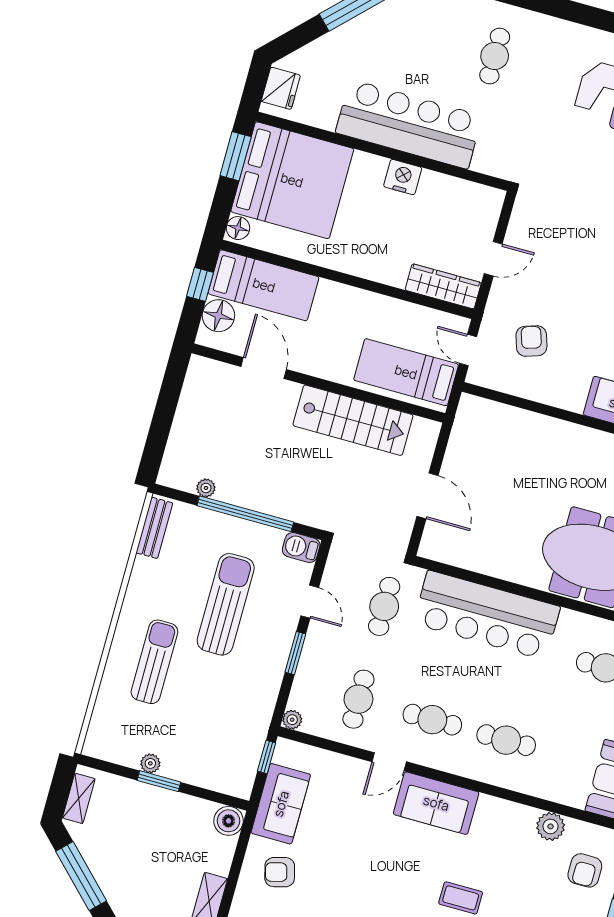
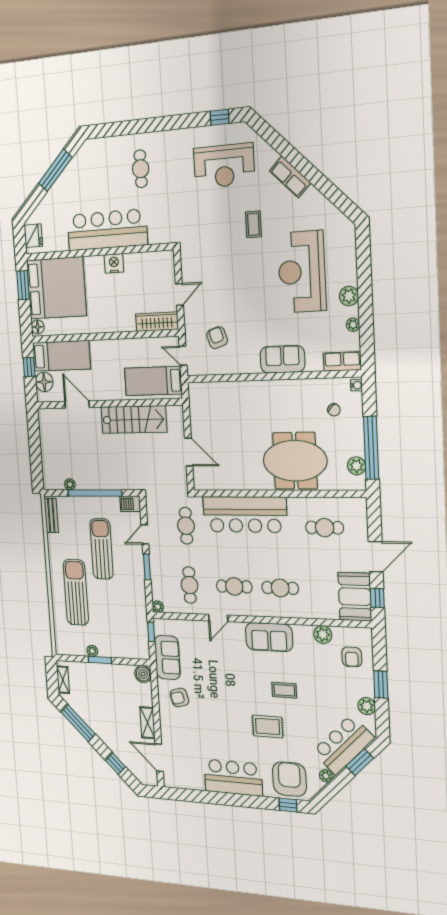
door: (310, 602) -> (145, 534), swing flipped
sun lounger: (154, 662) -> (76, 592), width x1.36, depth x1.34
sofa: (436, 803) -> (269, 637), moved

